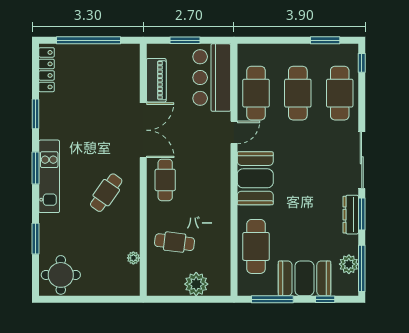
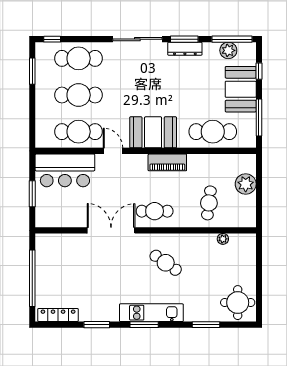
piano: (156, 80) -> (167, 162), moved, turned 180

